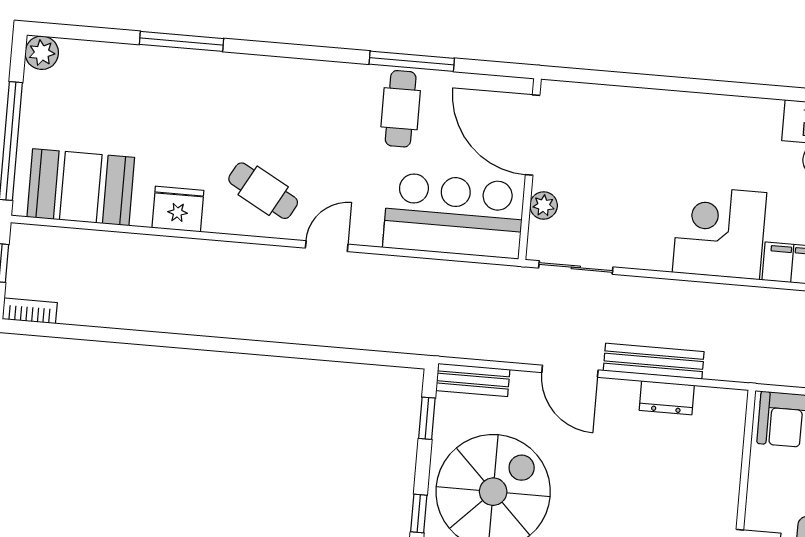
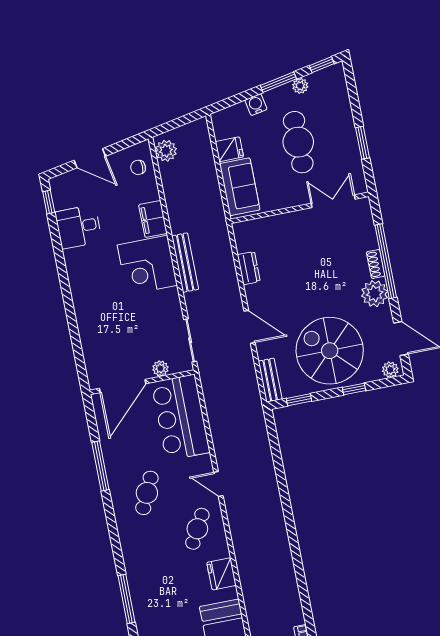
cafe table: (401, 109) -> (147, 493), moved, turned -65
bench: (654, 361) -> (185, 263), moved
door: (570, 371) -> (249, 327), hinge flipped

